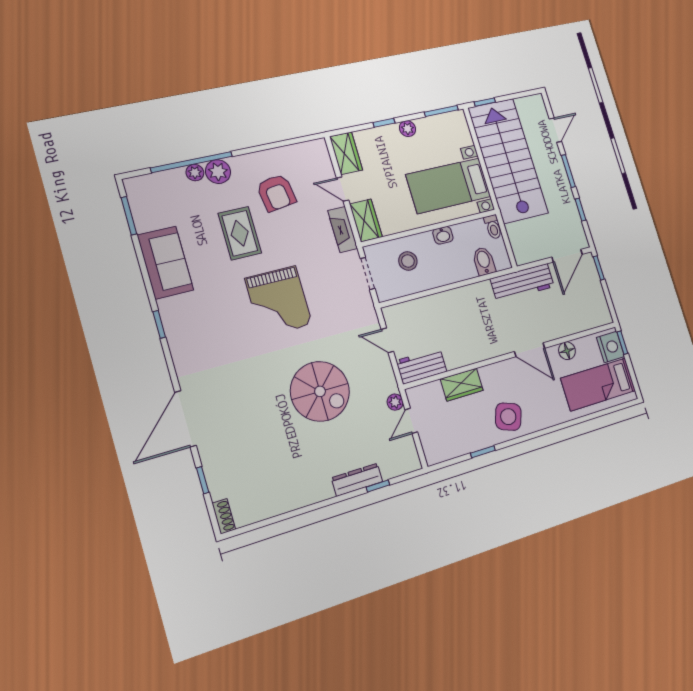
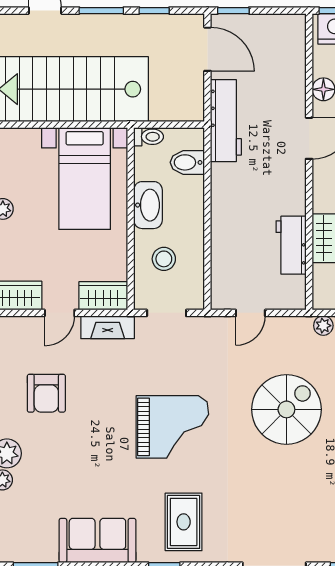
armchair: (276, 193) -> (46, 393), turned 98
rug: (240, 233) -> (184, 522), moved, turned 90
washbasin: (443, 235) -> (148, 205), width x1.91, depth x1.45
workbench: (421, 366) -> (291, 245), moved

